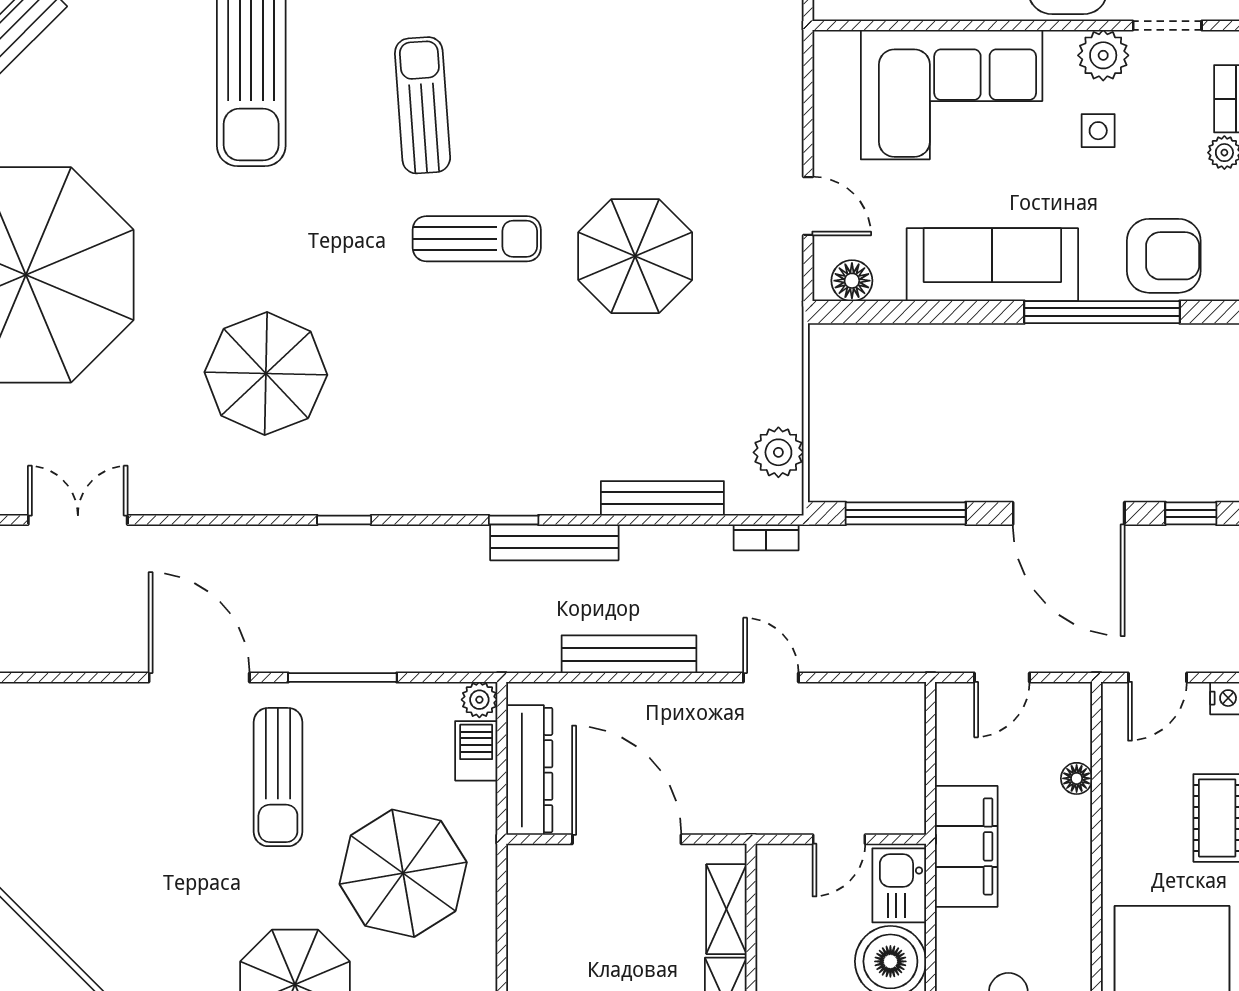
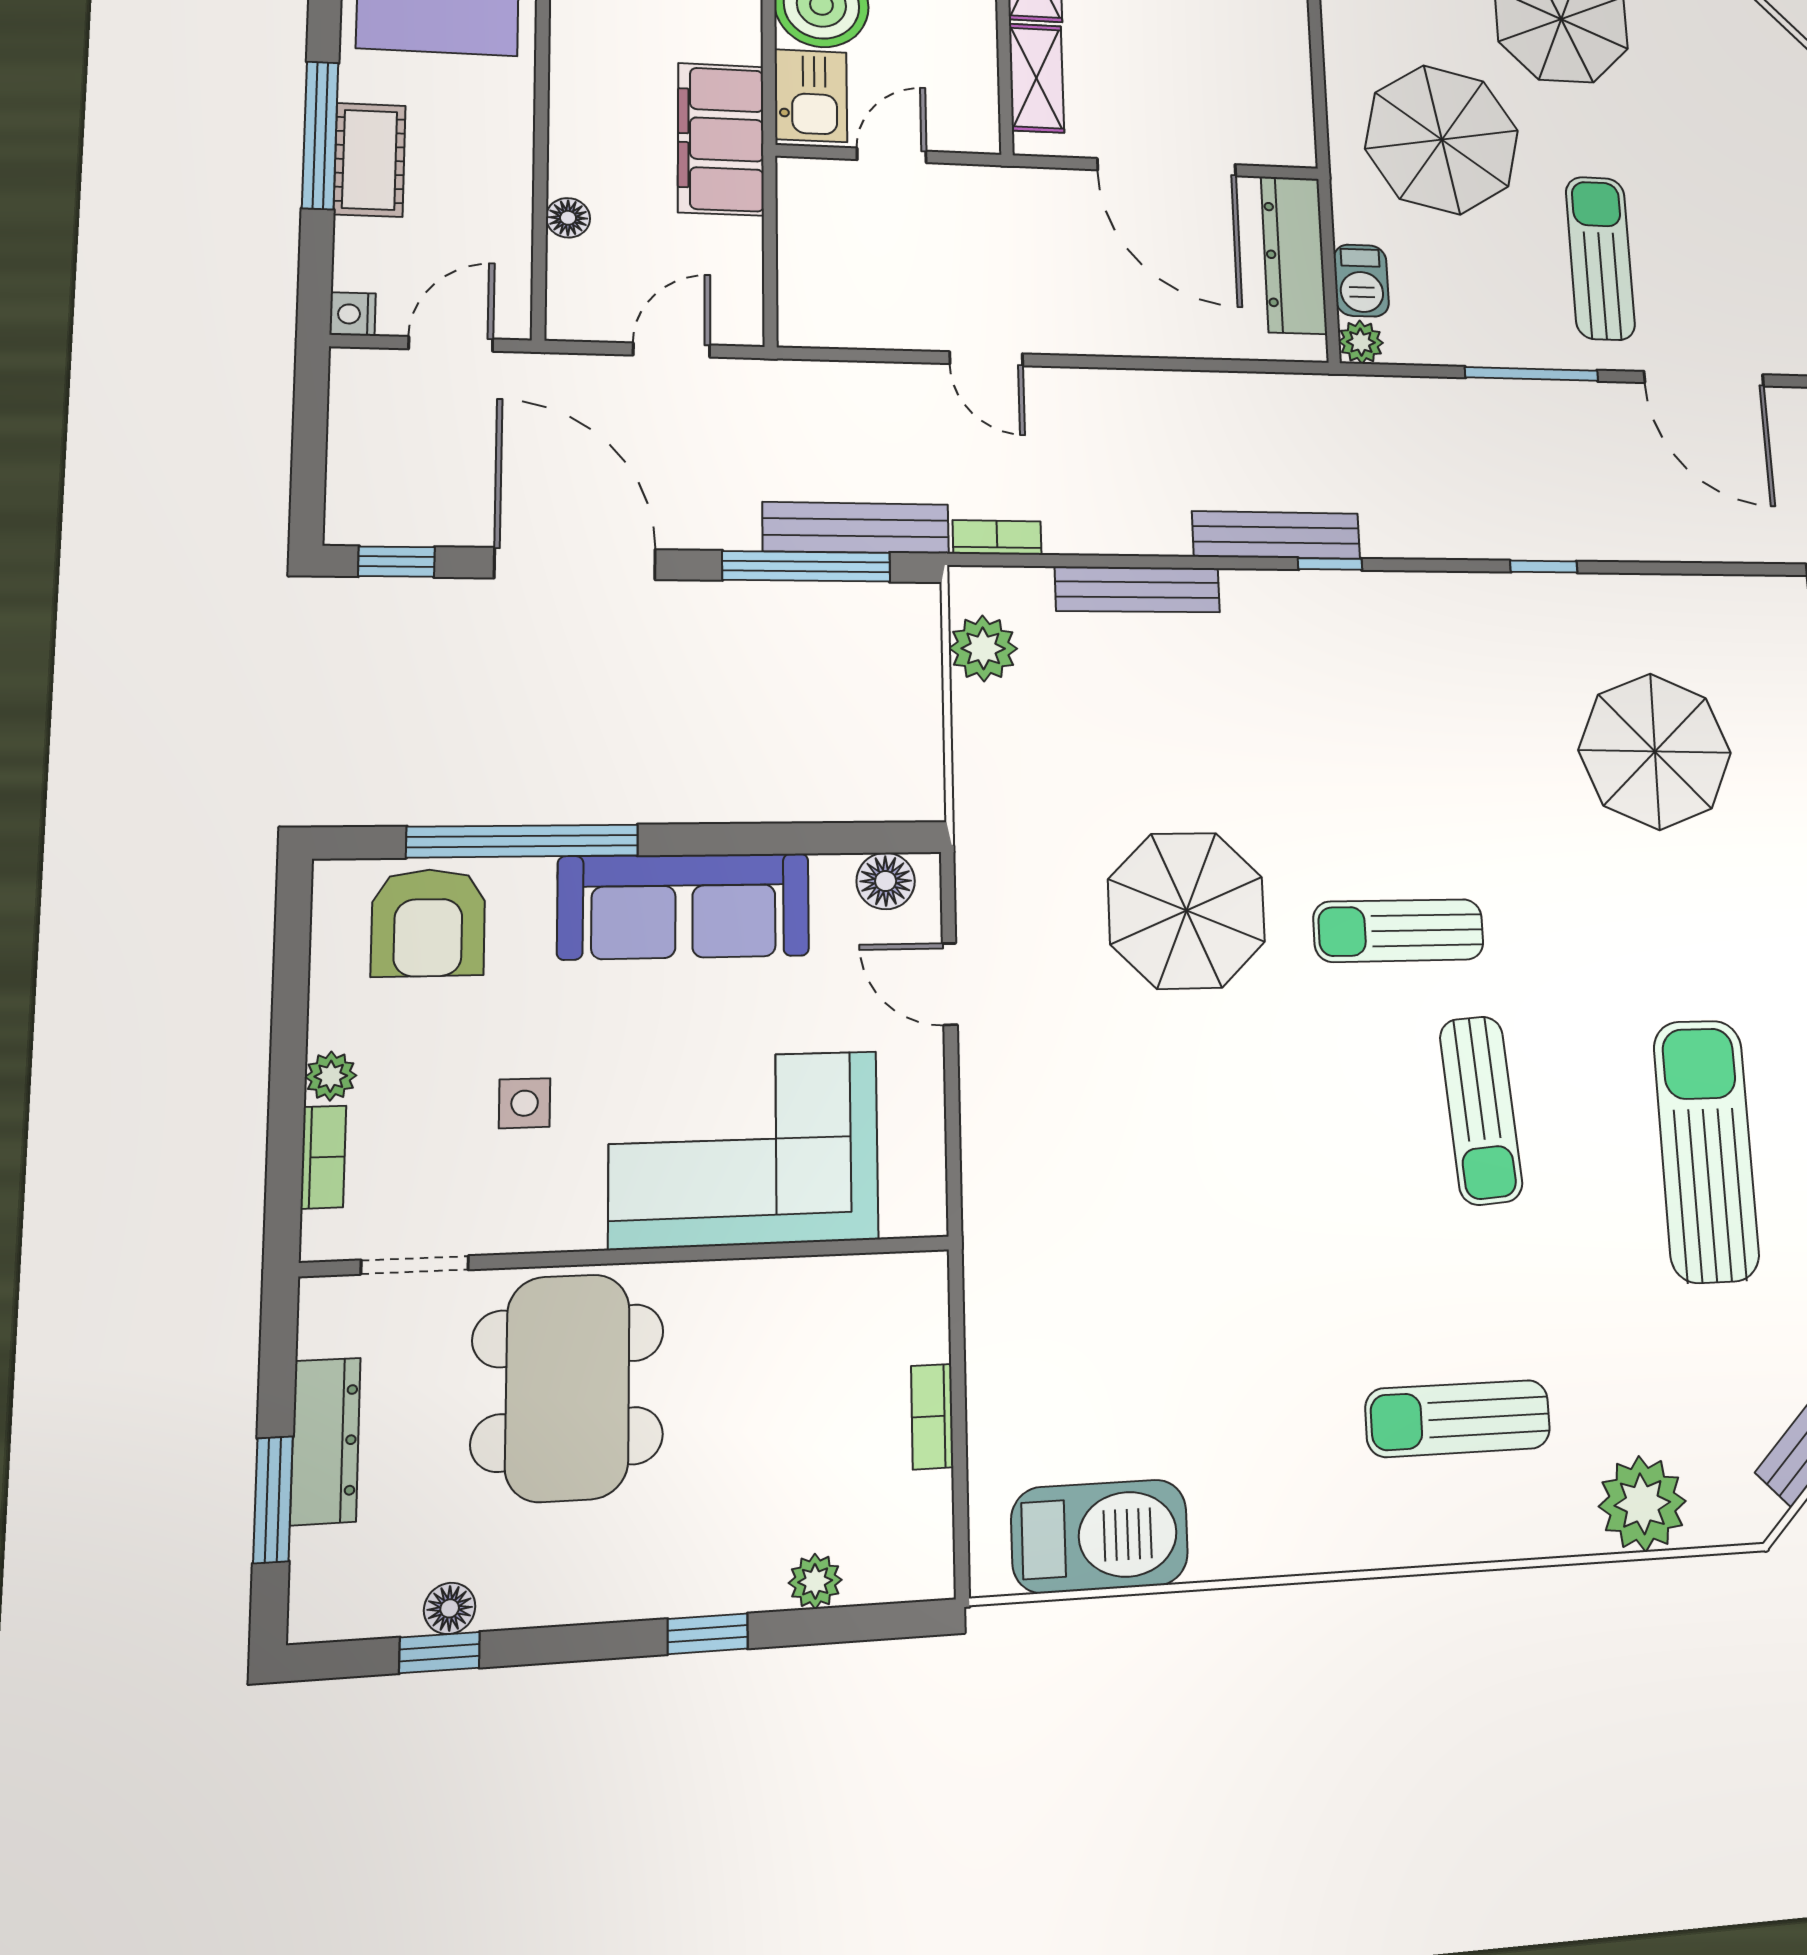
plant: (1103, 55) -> (515, 1216), removed
armchair: (1164, 256) -> (428, 923), turned -90
bench: (629, 654) -> (856, 528), moved

